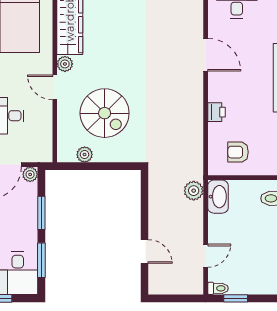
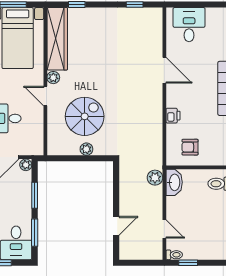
spiral stairs: (105, 113) -> (85, 116), turned -90
plant: (85, 155) -> (86, 149), moved
door: (144, 251) -> (116, 226), hinge flipped
door: (206, 256) -> (164, 229), hinge flipped

